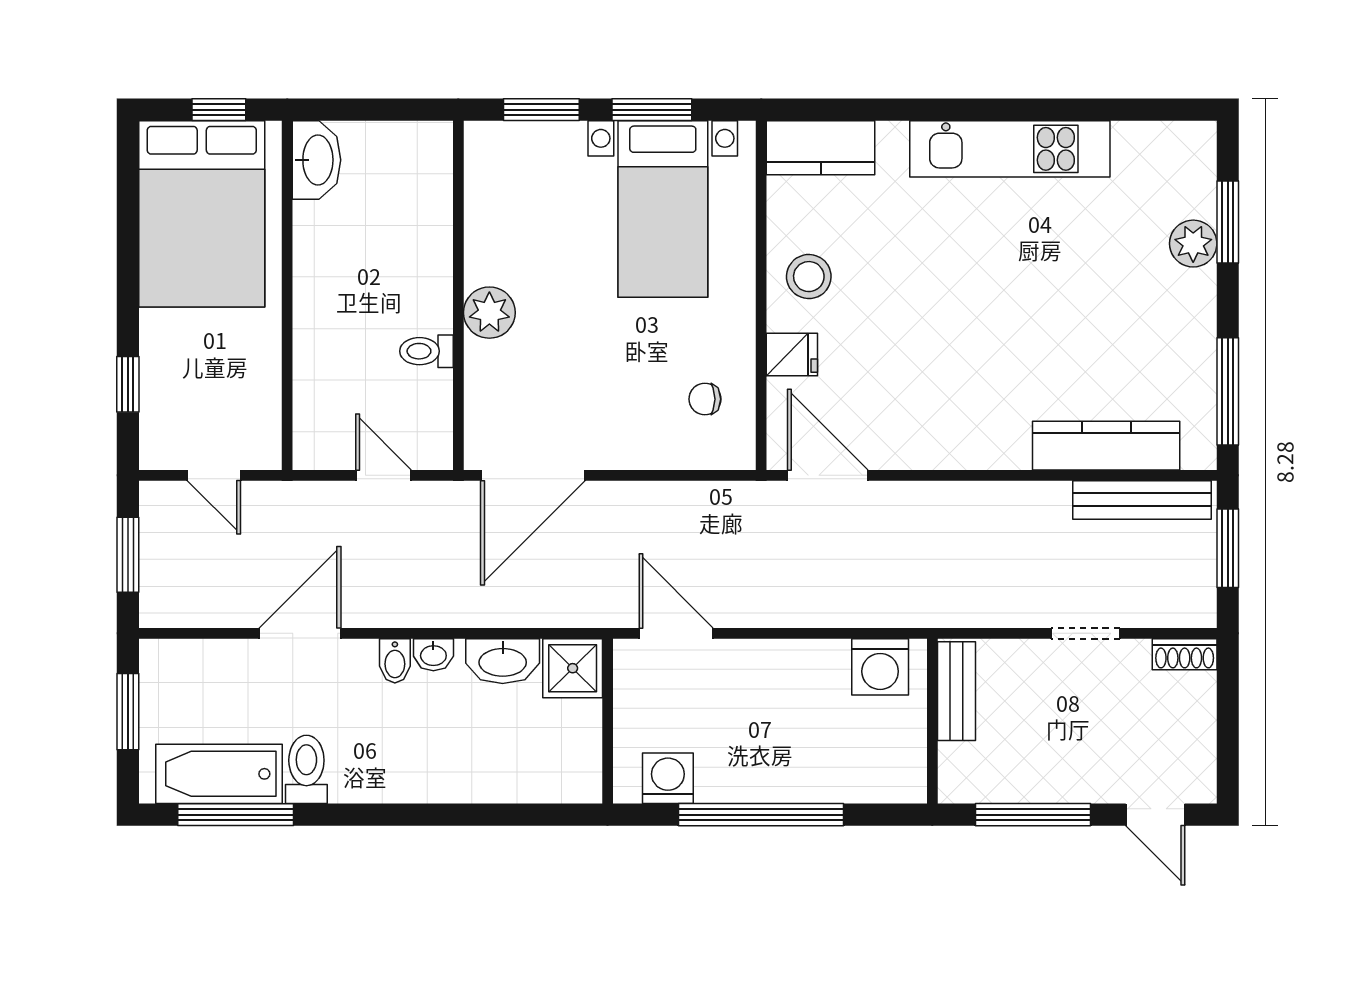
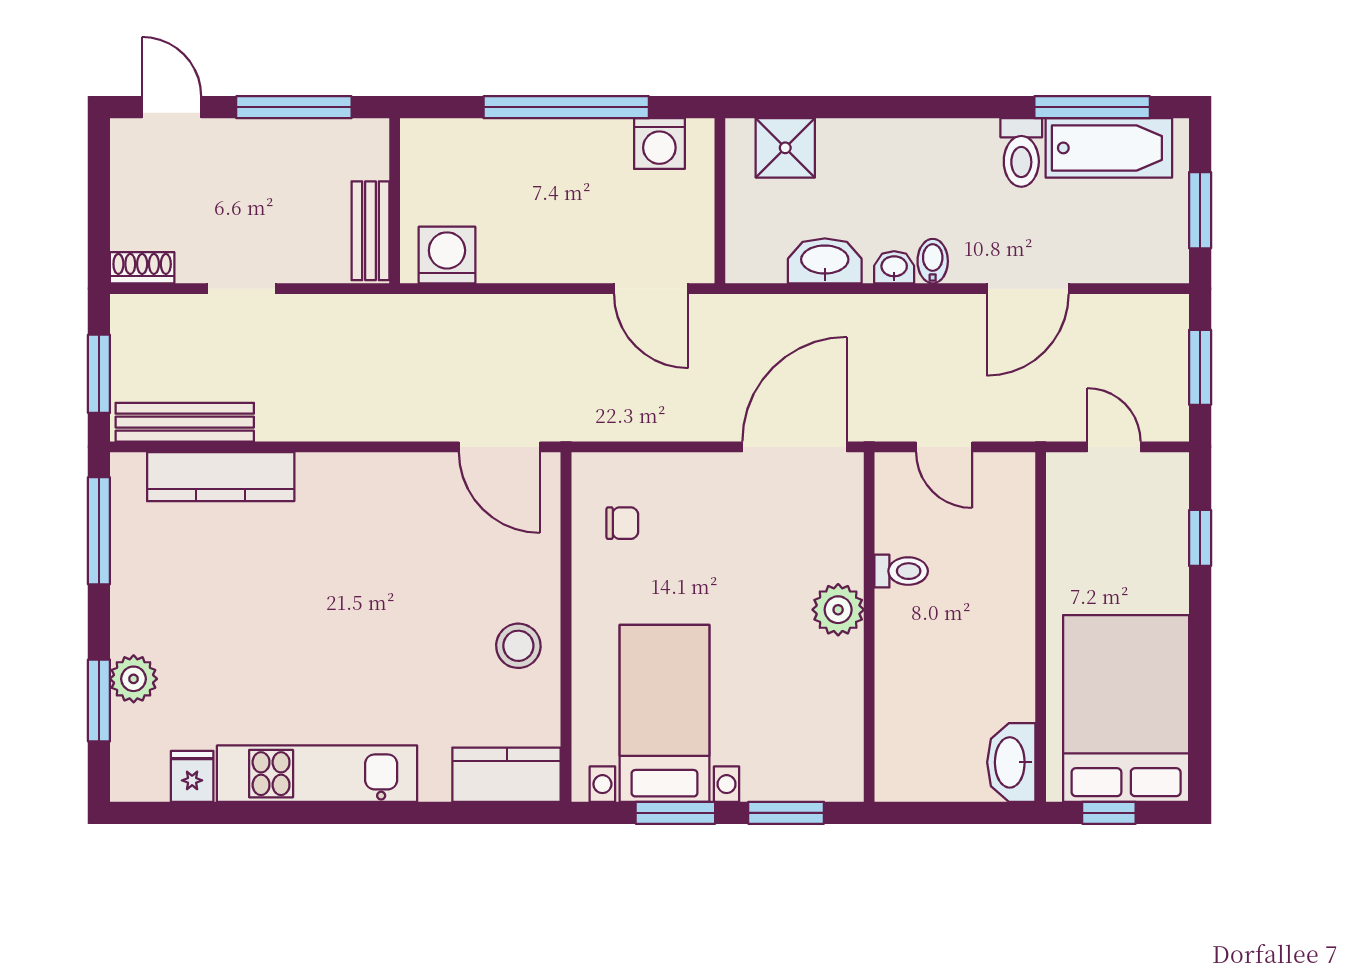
fridge: (792, 355) -> (192, 776), moved, turned 90
shower: (573, 668) -> (785, 148), moved

